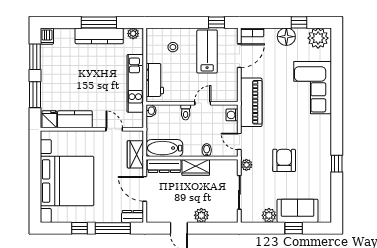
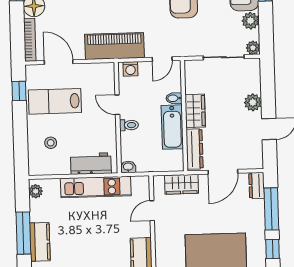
bookcase: (252, 32) -> (30, 40), width x1.56
kitchen counter: (99, 36) -> (40, 242), width x0.67
bathtub: (164, 148) -> (172, 127), moved
plant: (246, 165) -> (253, 48), moved

